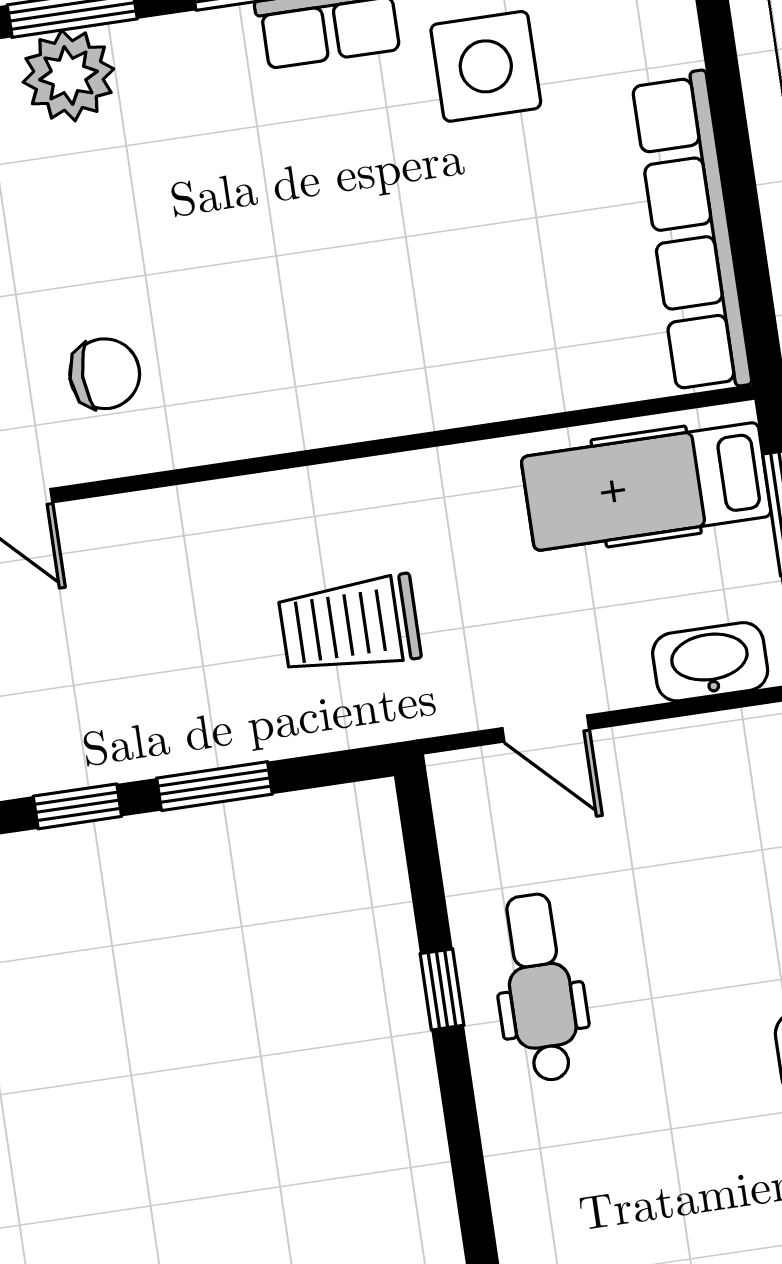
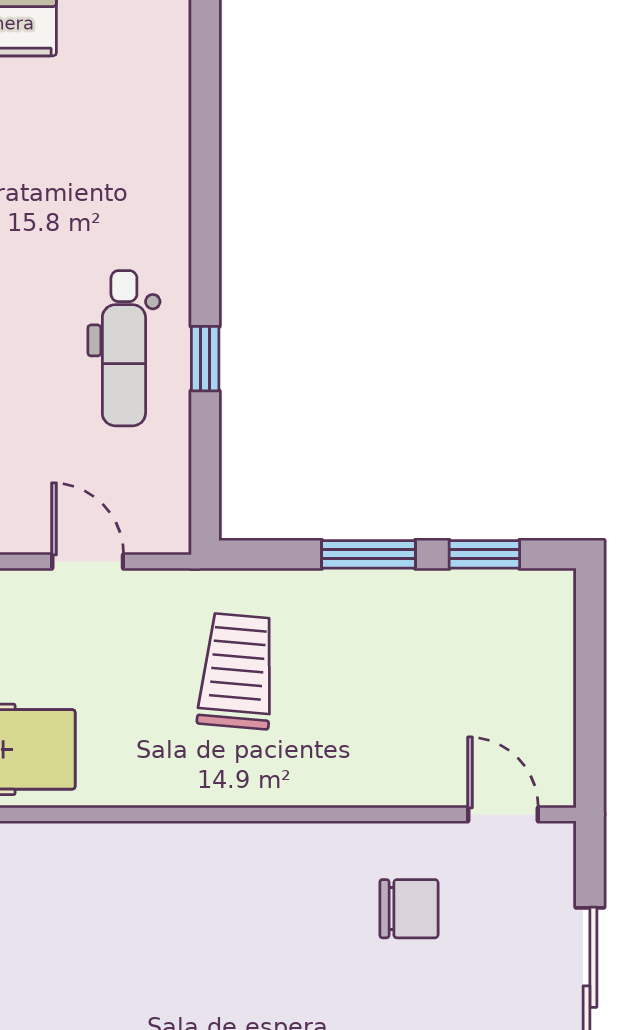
chair: (105, 374) -> (409, 909), turned 180
trolley: (350, 625) -> (237, 671), turned -85

